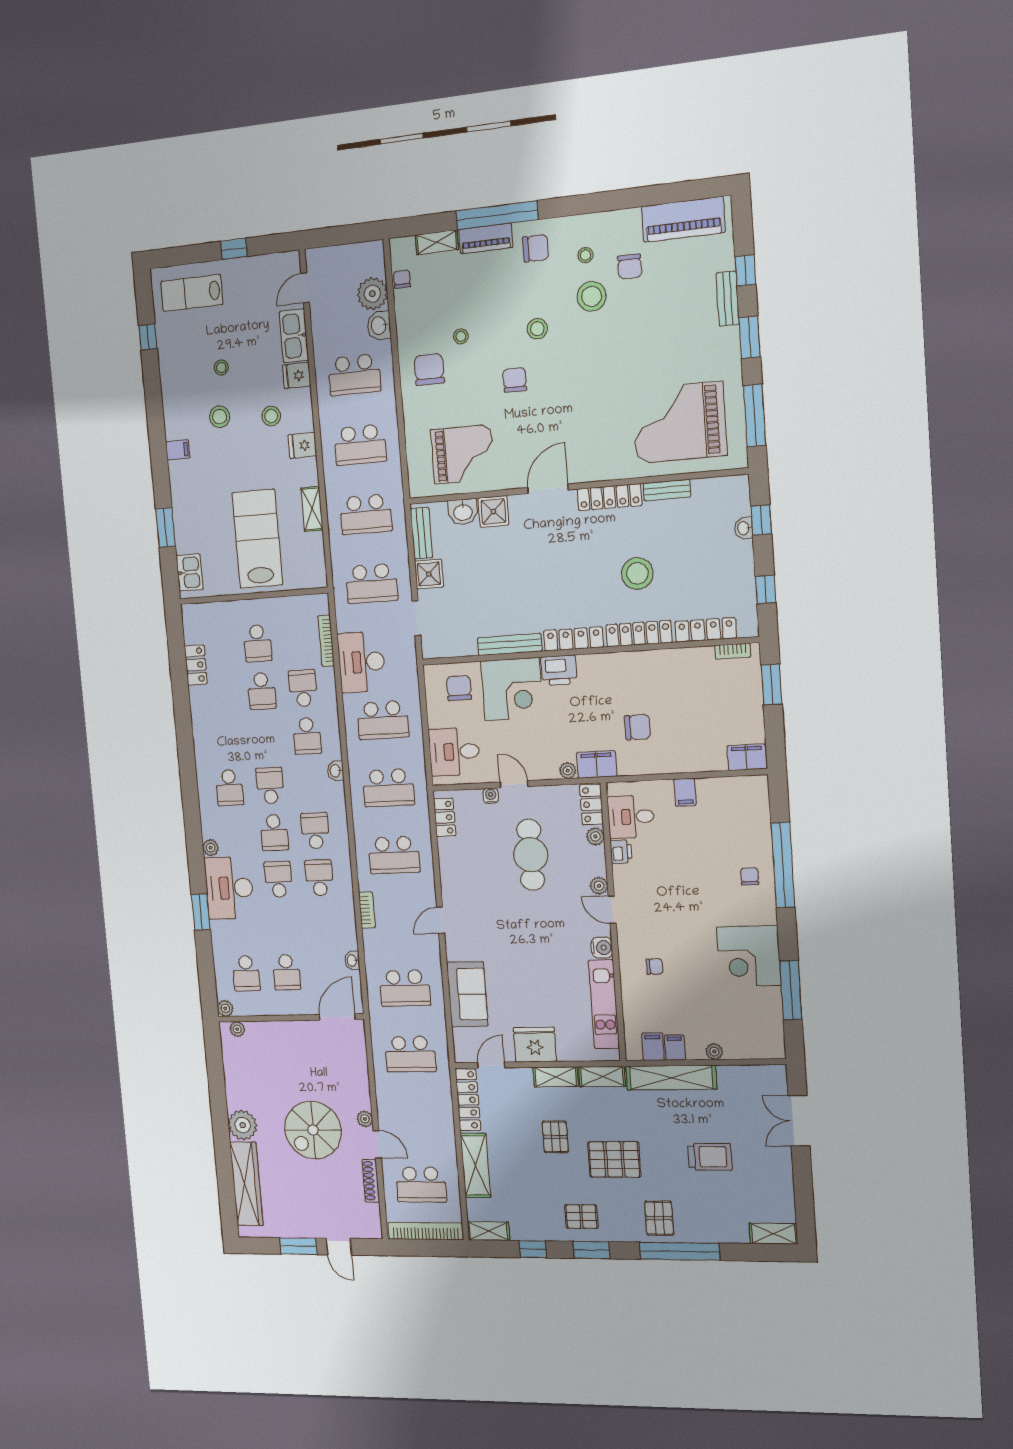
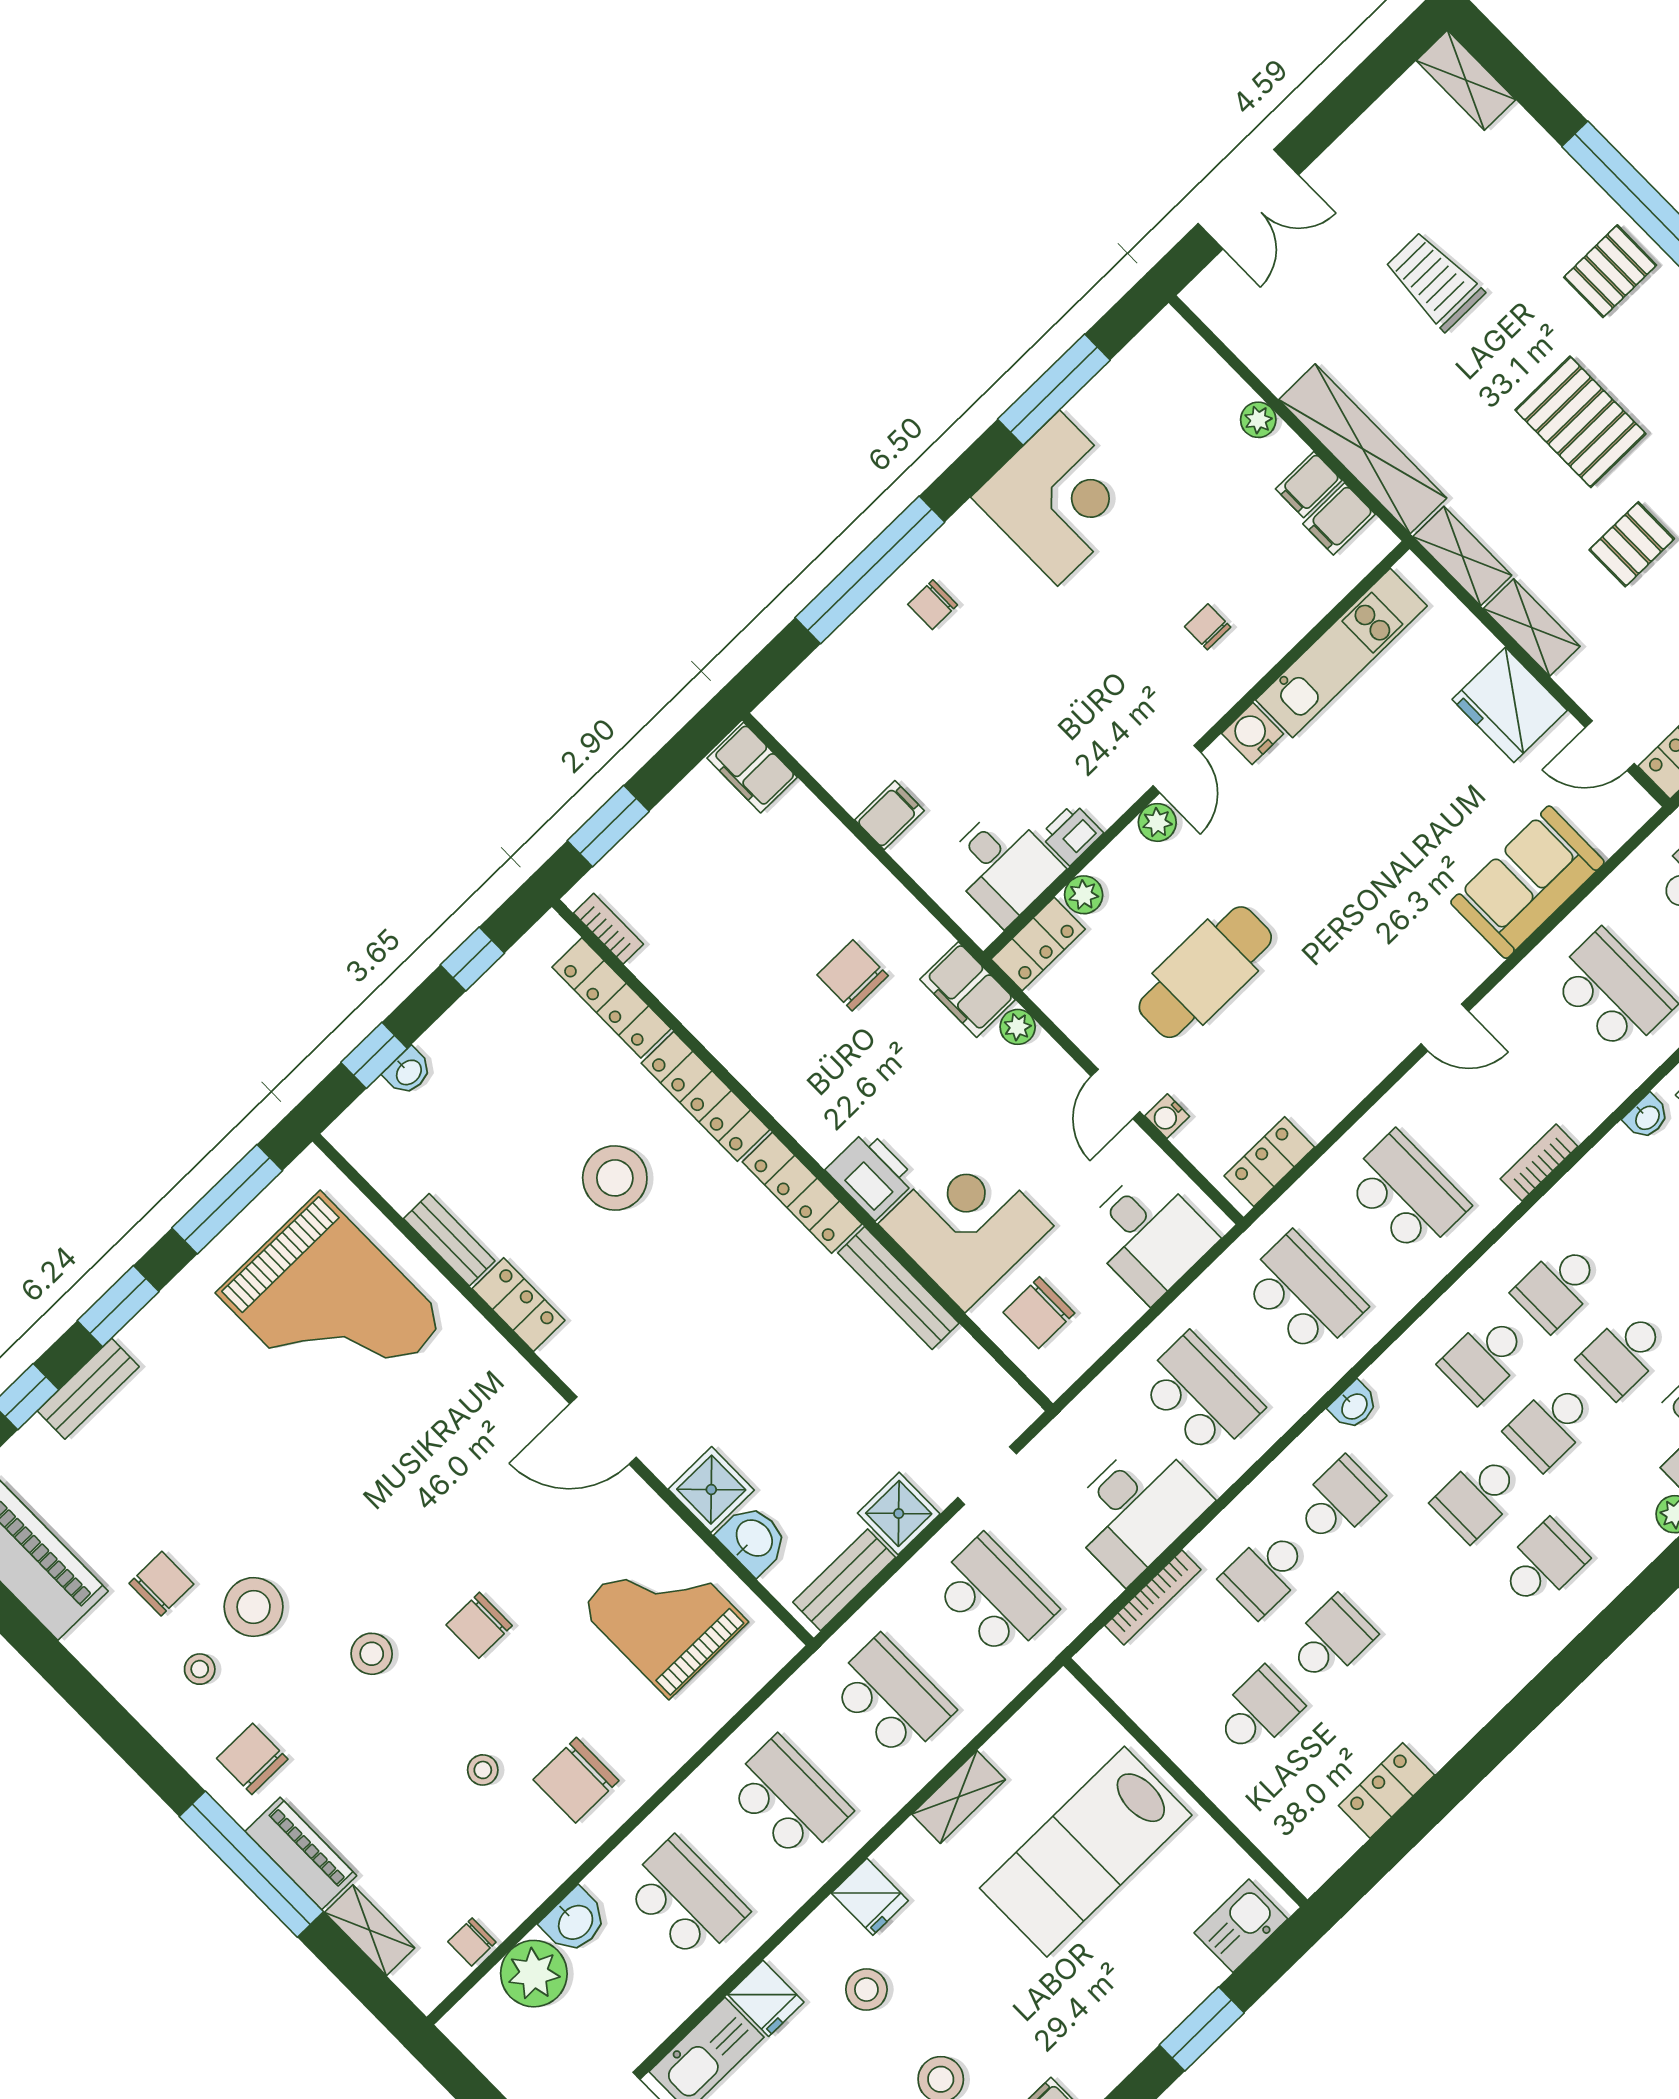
locker: (609, 497) -> (518, 1305), width x0.66
school desk: (274, 833) -> (1550, 1426), turned 180

